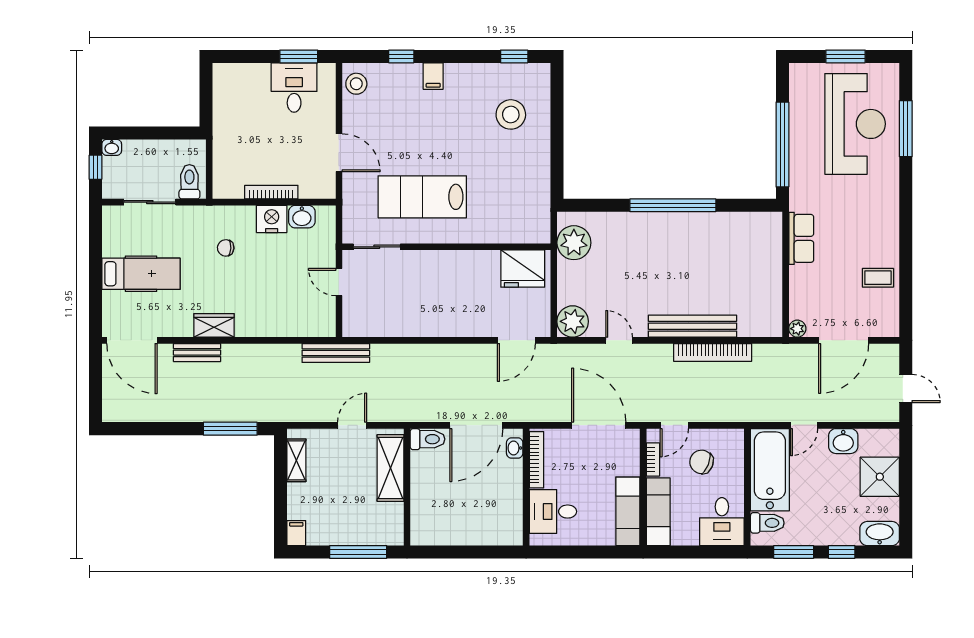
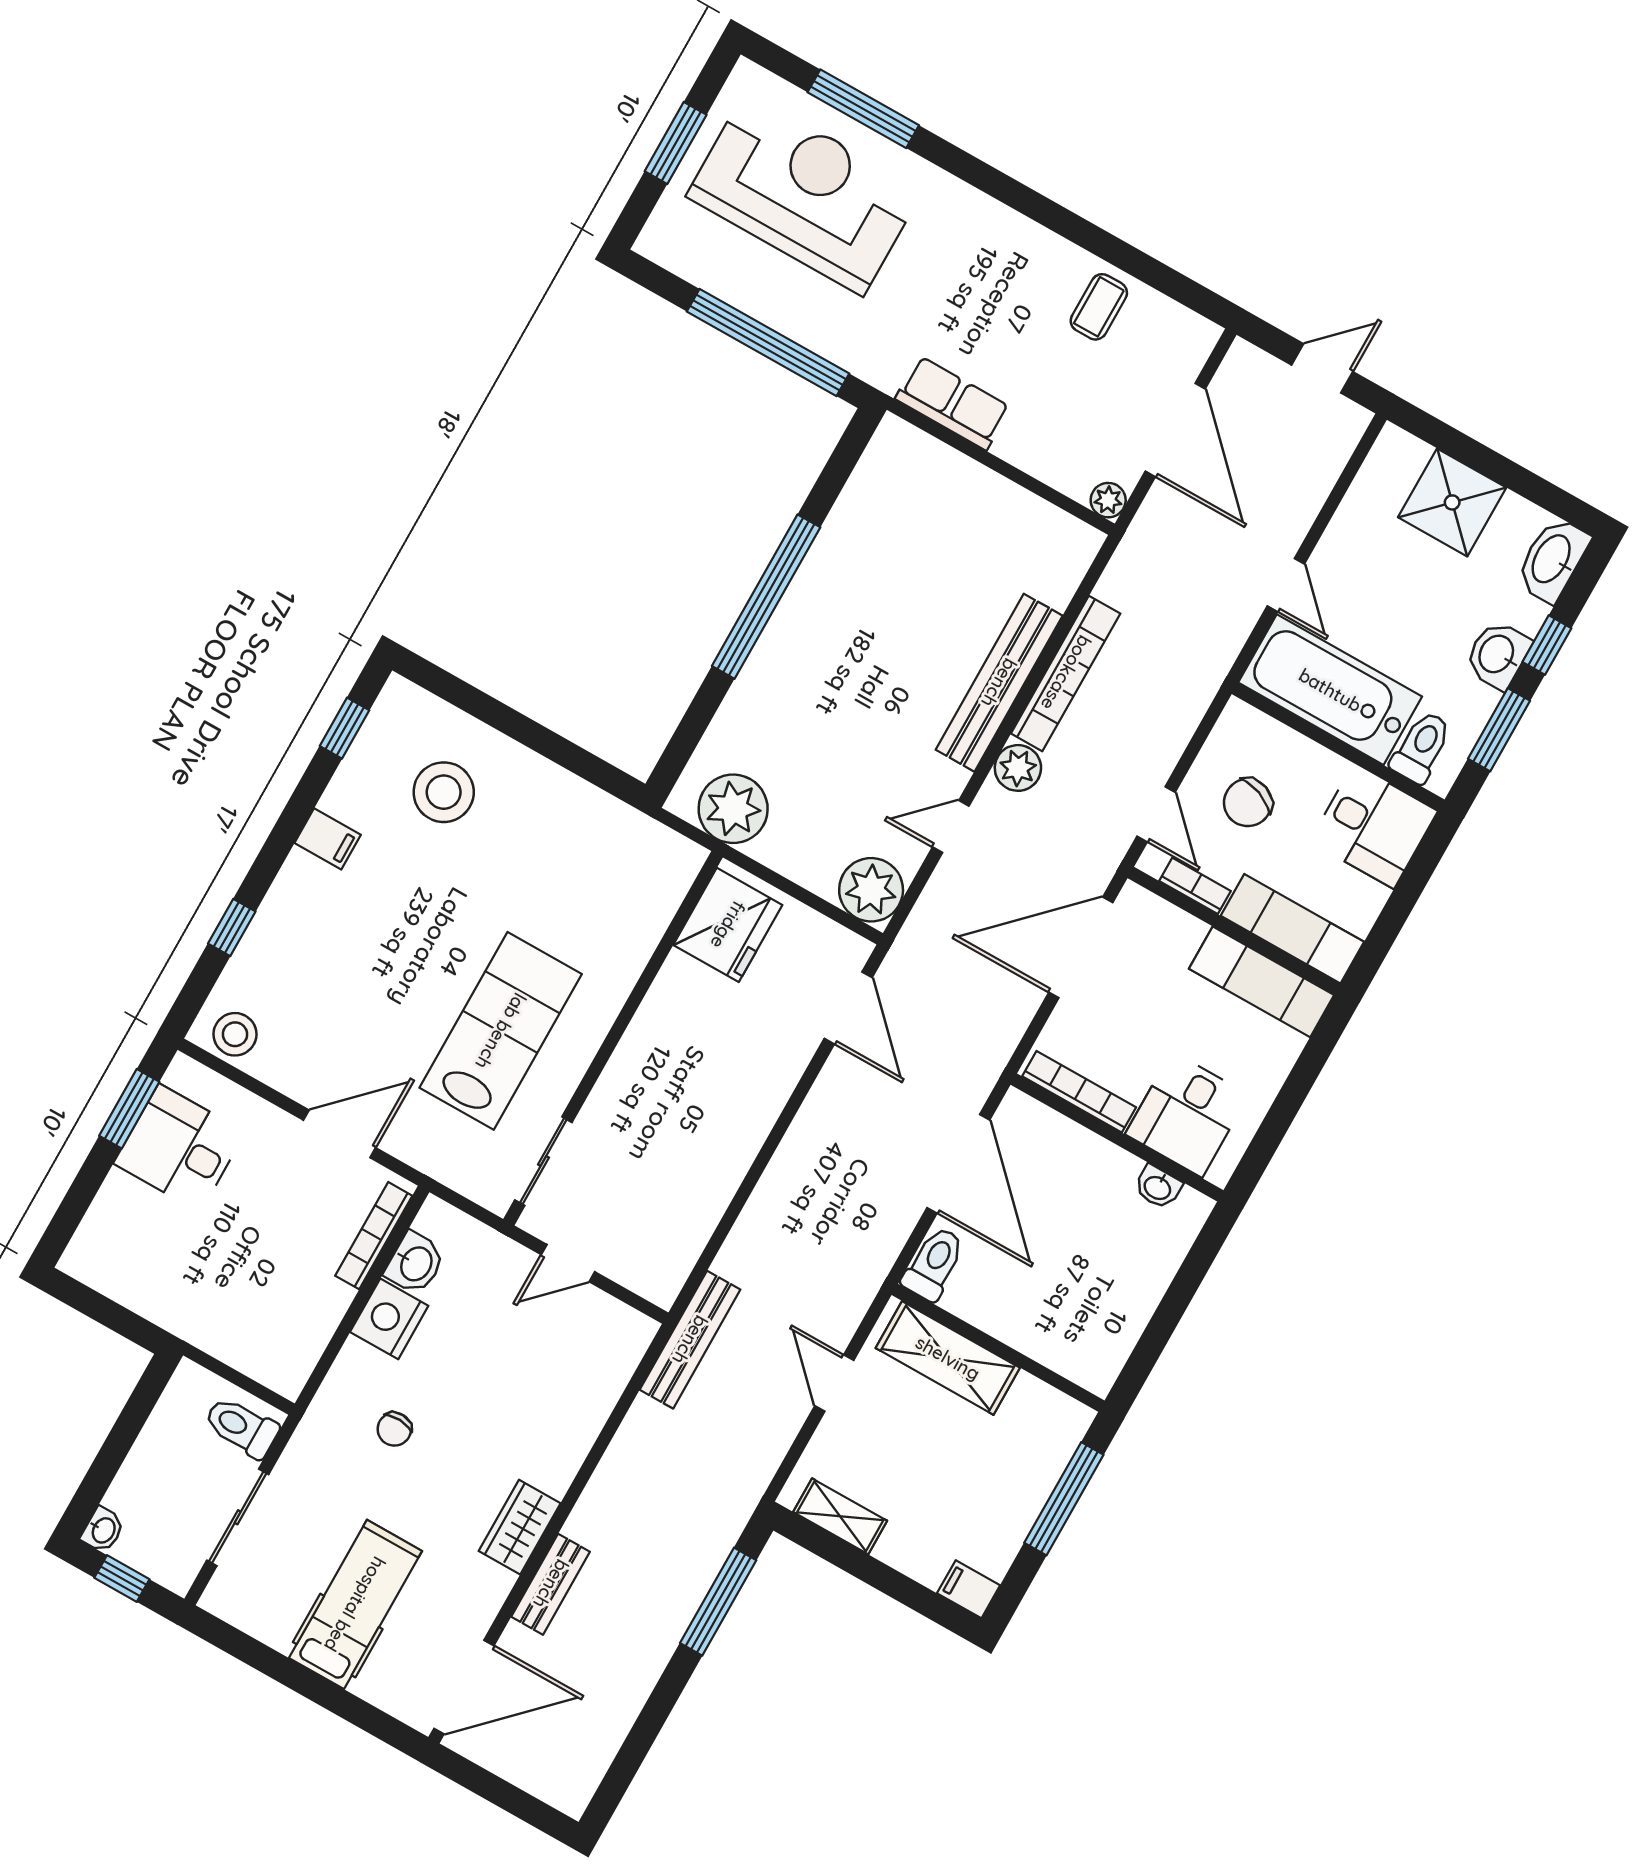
filing cabinet: (433, 76) -> (328, 839), moved
bookcase: (271, 192) -> (374, 1236), moved
lab bench: (422, 197) -> (501, 1031), turned 180
plant: (661, 355) -> (1018, 768), added
washbasin: (843, 441) -> (1498, 655), moved, turned 180
washbasin: (515, 448) -> (1158, 1187), moved

